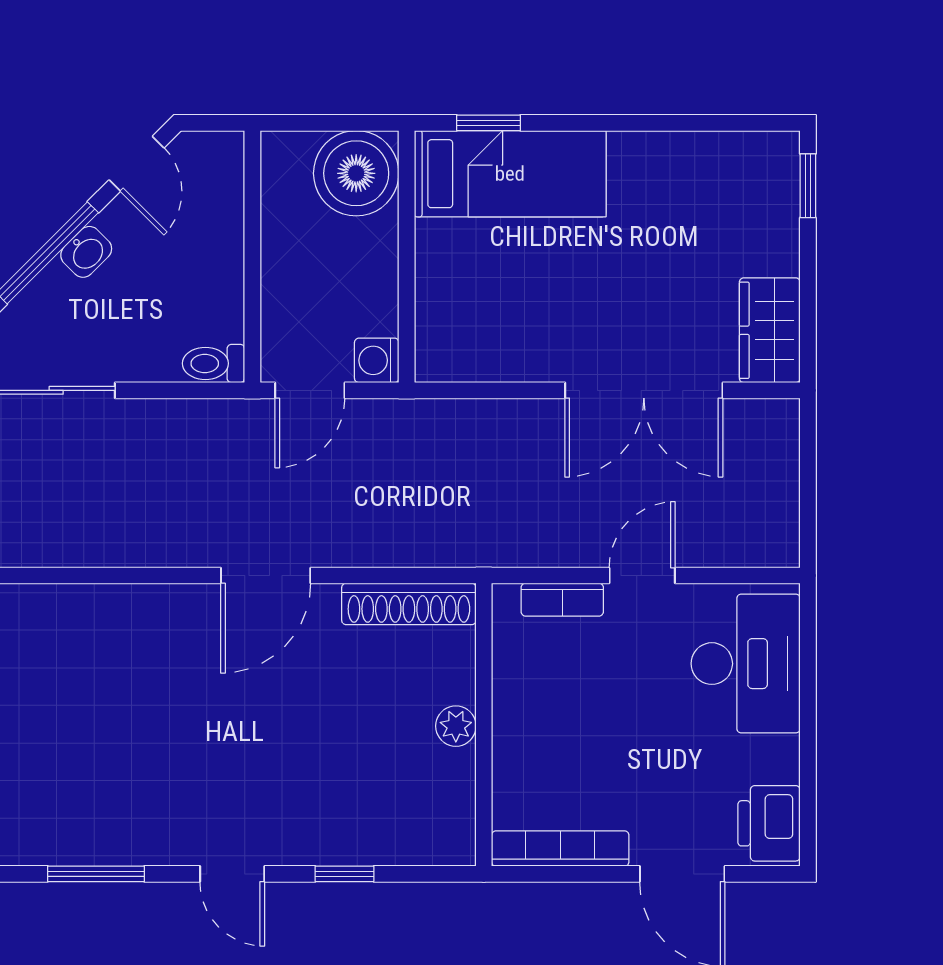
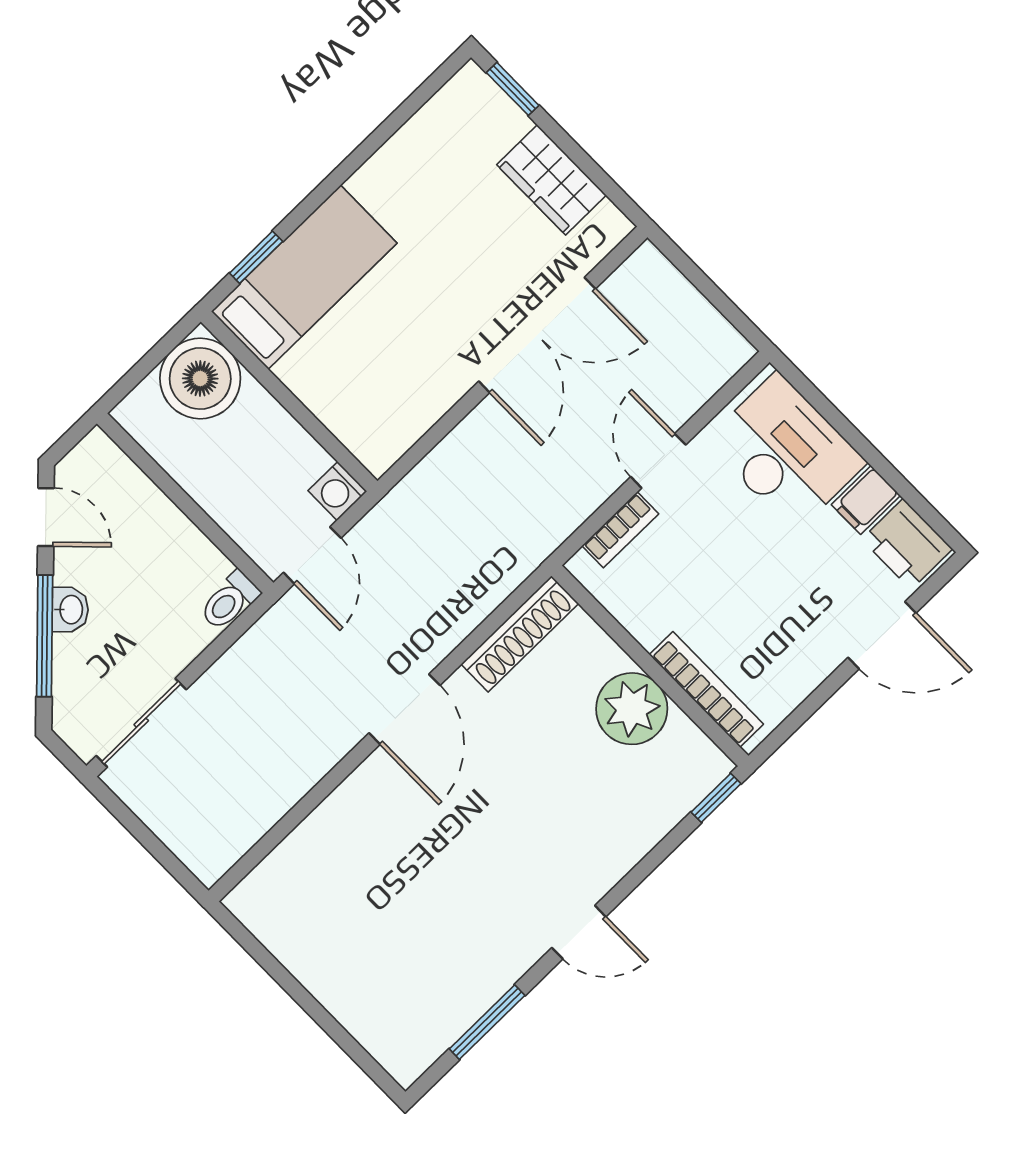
wardrobe: (770, 330) -> (551, 180), moved
plant: (456, 726) -> (632, 709), width x1.87, depth x1.87
filing cabinet: (770, 759) -> (866, 500), added
bookcase: (560, 849) -> (706, 689), moved, turned 90
window: (344, 874) -> (716, 798), moved

